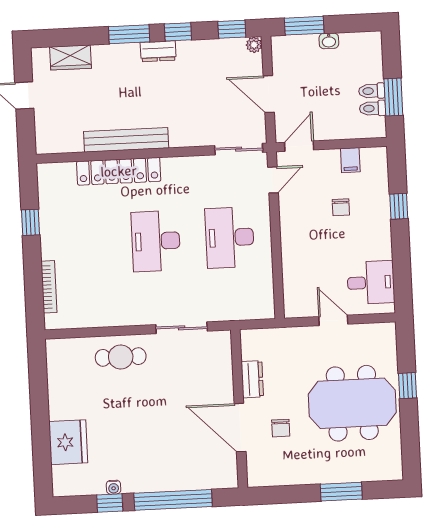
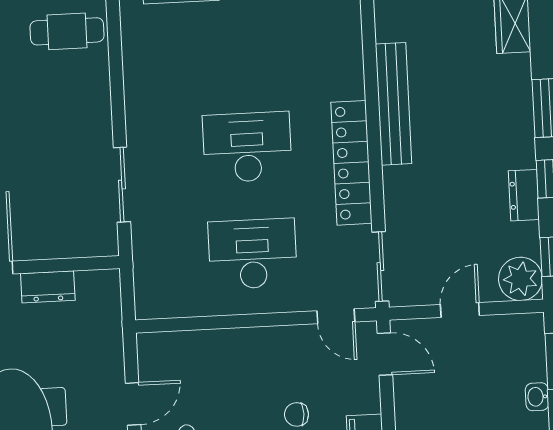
plant: (254, 45) -> (520, 279), width x1.88, depth x1.88
dresser: (158, 51) -> (524, 195), moved
door: (269, 94) -> (460, 310), width x0.73
locker: (119, 171) -> (351, 163), moved
cafe table: (121, 357) -> (67, 31), moved, turned 90

